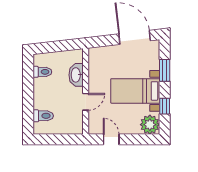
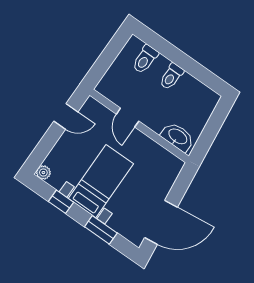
toilet: (42, 72) -> (171, 76), moved
washbasin: (76, 75) -> (178, 137), moved
plant: (150, 125) -> (43, 173), width x0.53, depth x0.53

